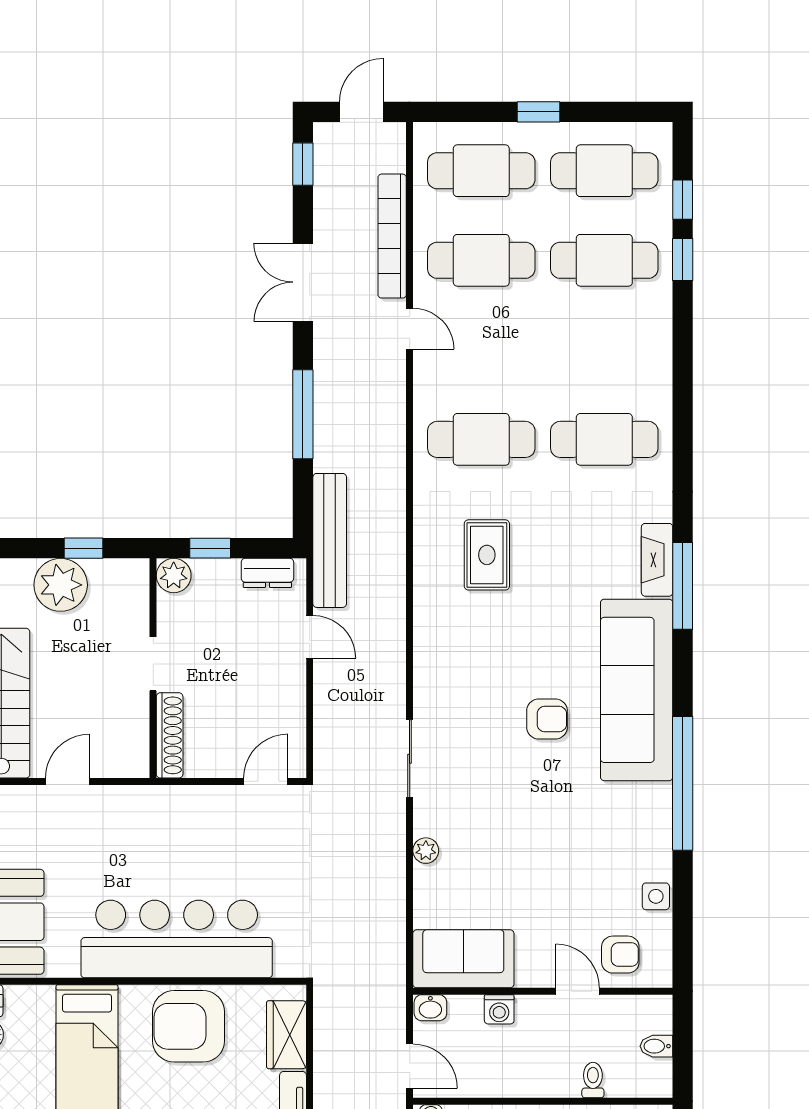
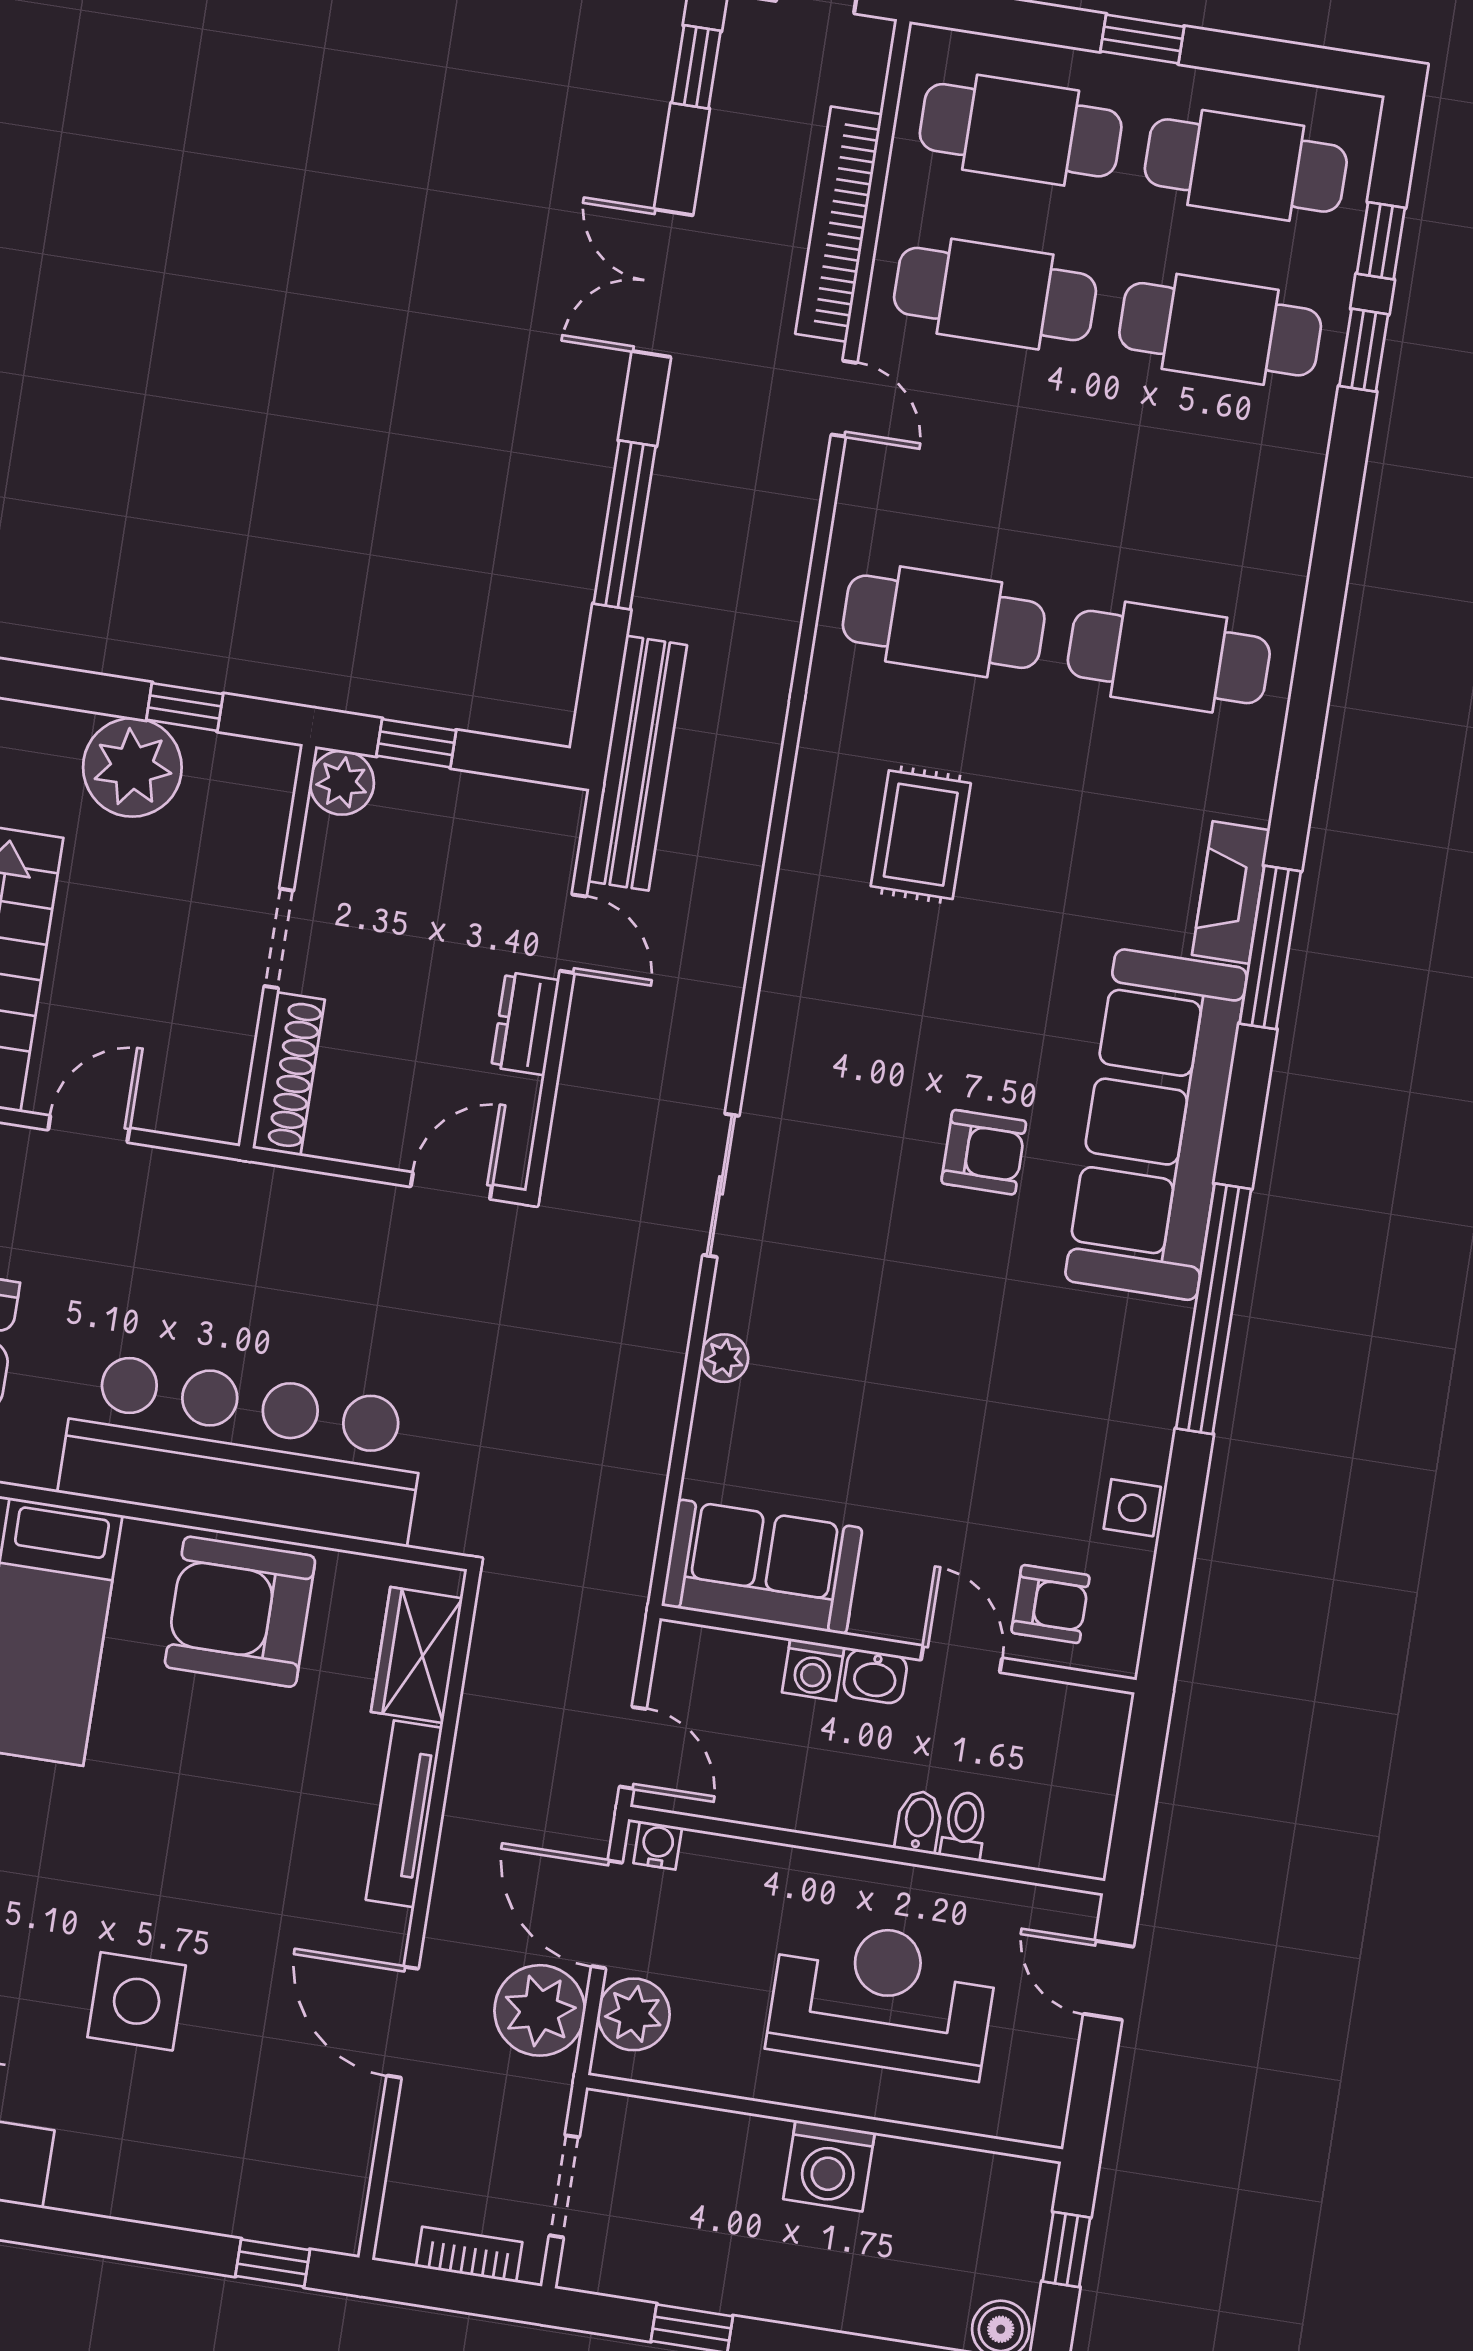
dresser: (267, 573) -> (525, 1024), moved, turned 90
washbasin: (430, 1008) -> (875, 1676), moved
bidet: (656, 1046) -> (919, 1822), moved, turned 90

